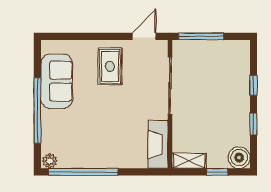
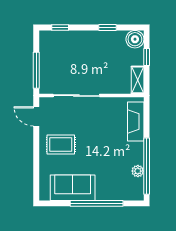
window: (253, 85) -> (60, 28), moved
fireplace: (158, 144) -> (136, 121), moved, turned 90
plant: (50, 161) -> (138, 171), moved

